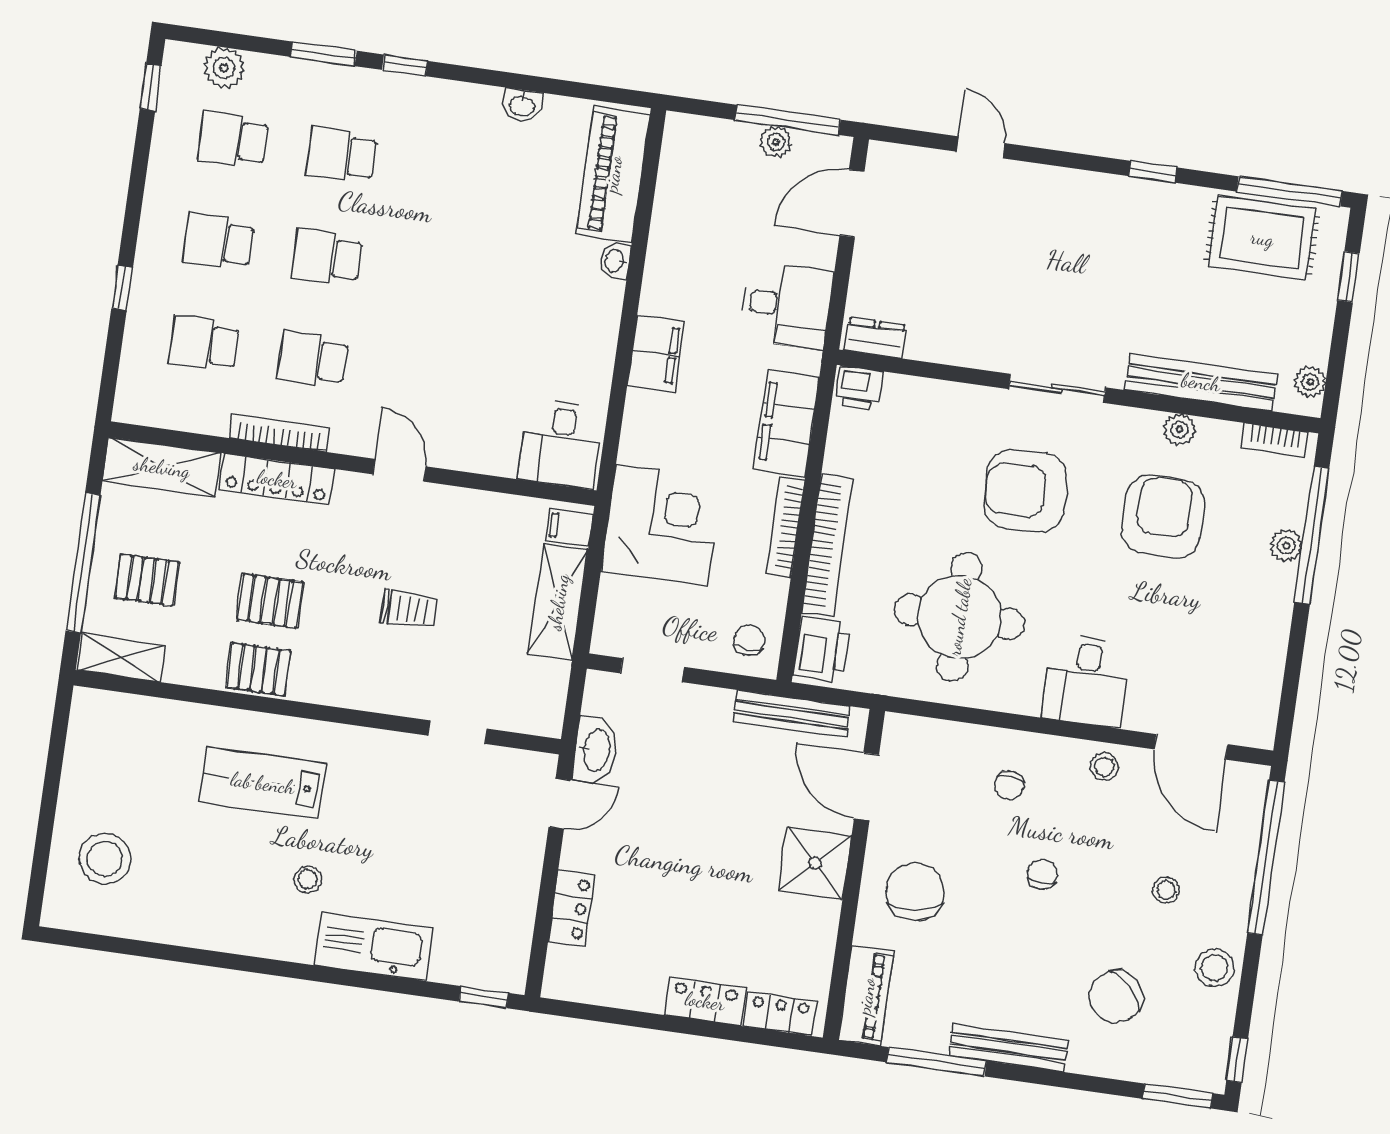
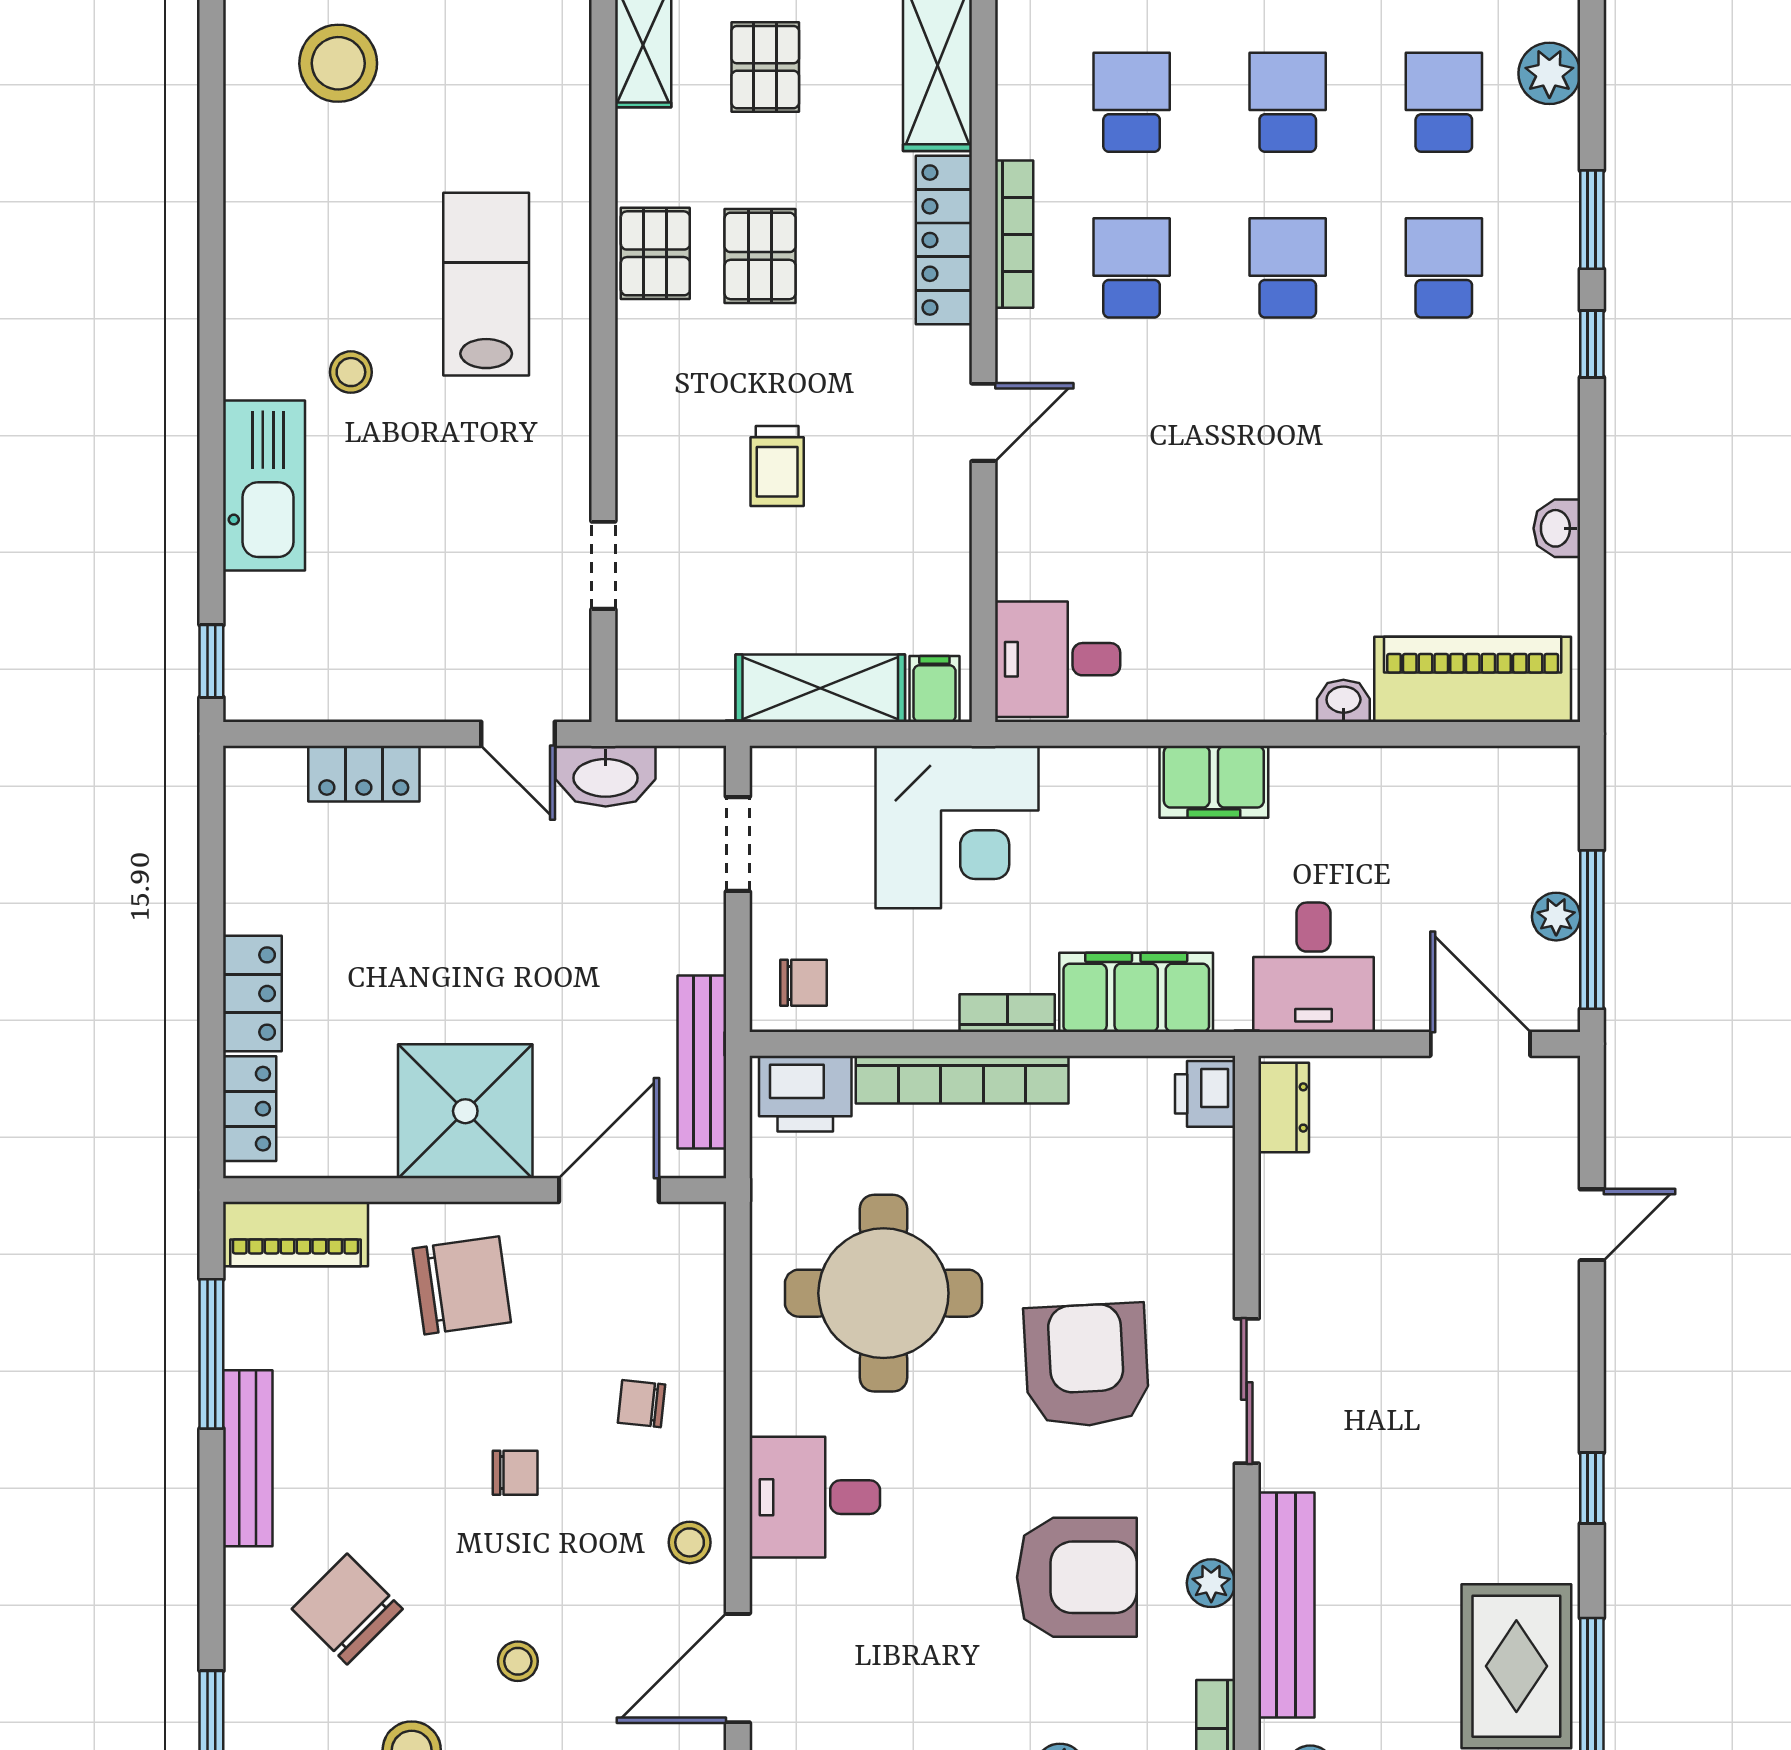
bookcase: (785, 527) -> (1007, 1013), width x0.64
shower: (815, 863) -> (465, 1111), width x1.37, depth x1.37

